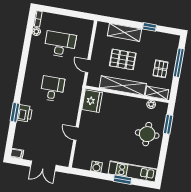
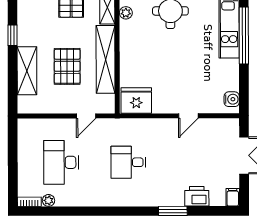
printer: (25, 113) -> (197, 196), moved
water cooler: (97, 167) -> (232, 99), moved
window: (122, 180) -> (244, 35), width x2.11

